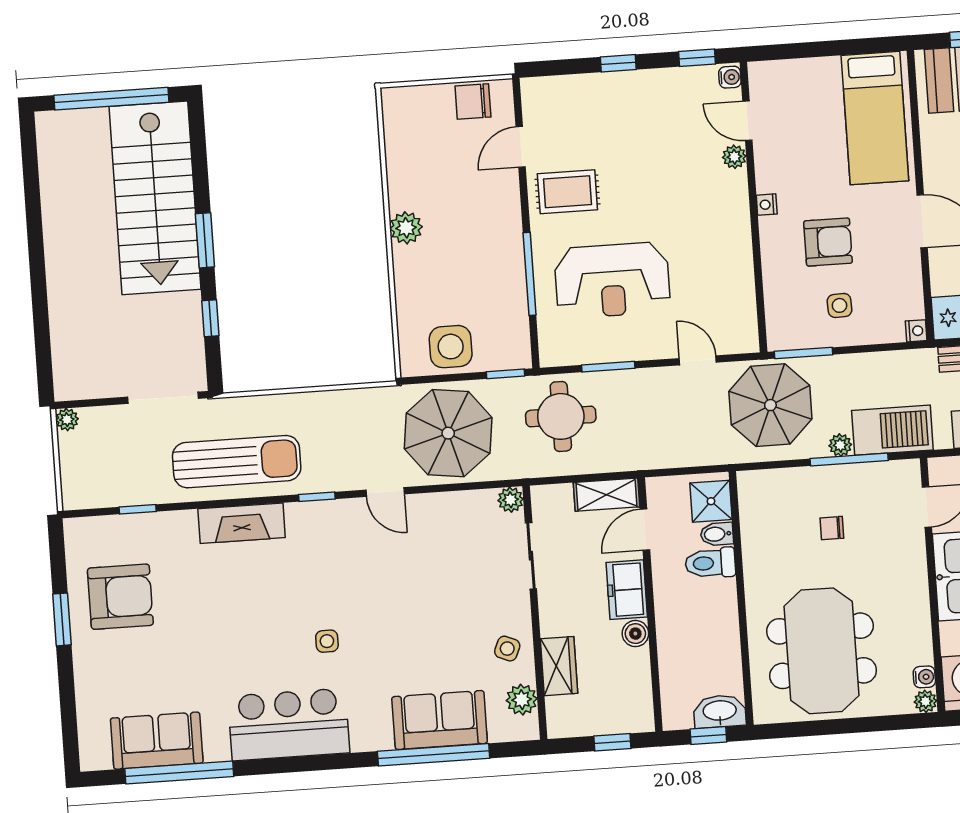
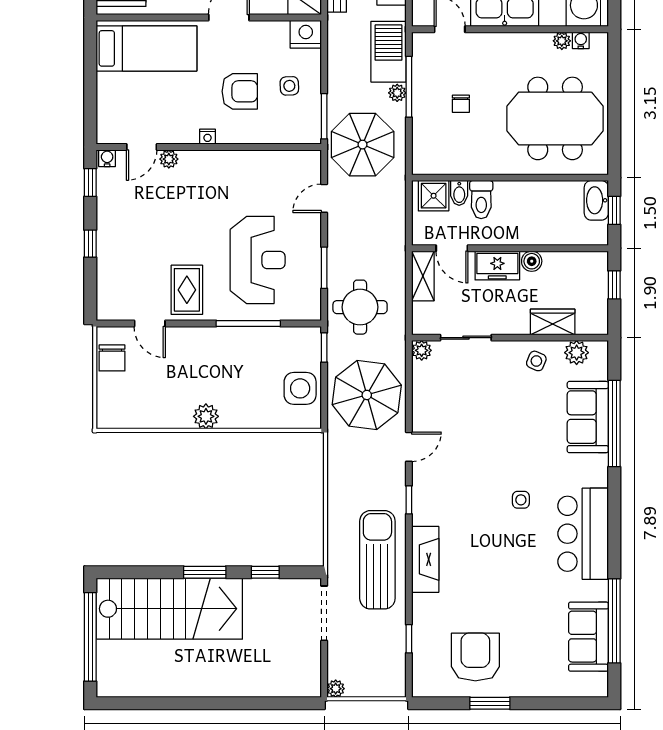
armchair: (828, 242) -> (240, 91), turned 90
nightstand: (916, 331) -> (306, 34), width x1.89, depth x1.79
plant: (925, 701) -> (562, 41), moved

